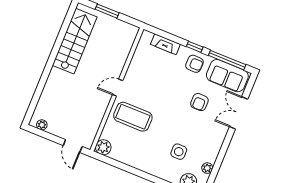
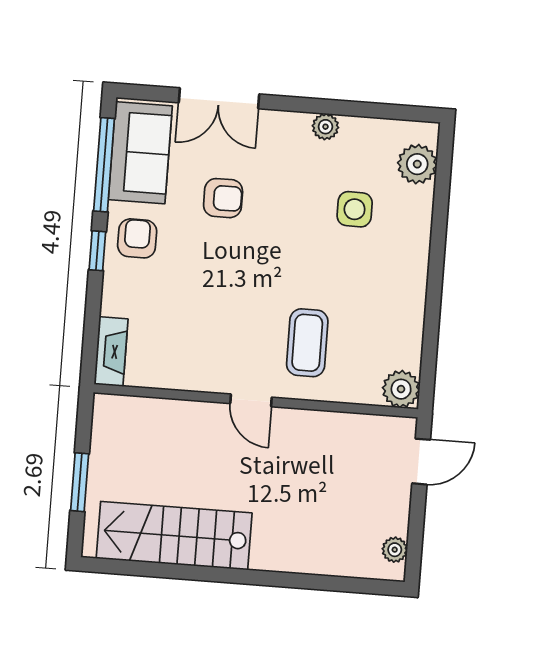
fireplace: (165, 44) -> (111, 352), moved
coffee table: (133, 117) -> (307, 343), width x0.73, depth x0.76
plant: (207, 168) -> (325, 127), moved

